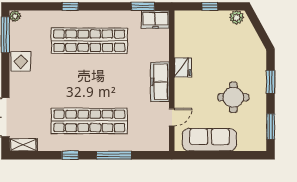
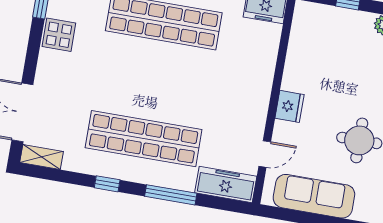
fridge: (183, 67) -> (290, 106), moved
freezer: (160, 82) -> (226, 184), moved, turned 90

